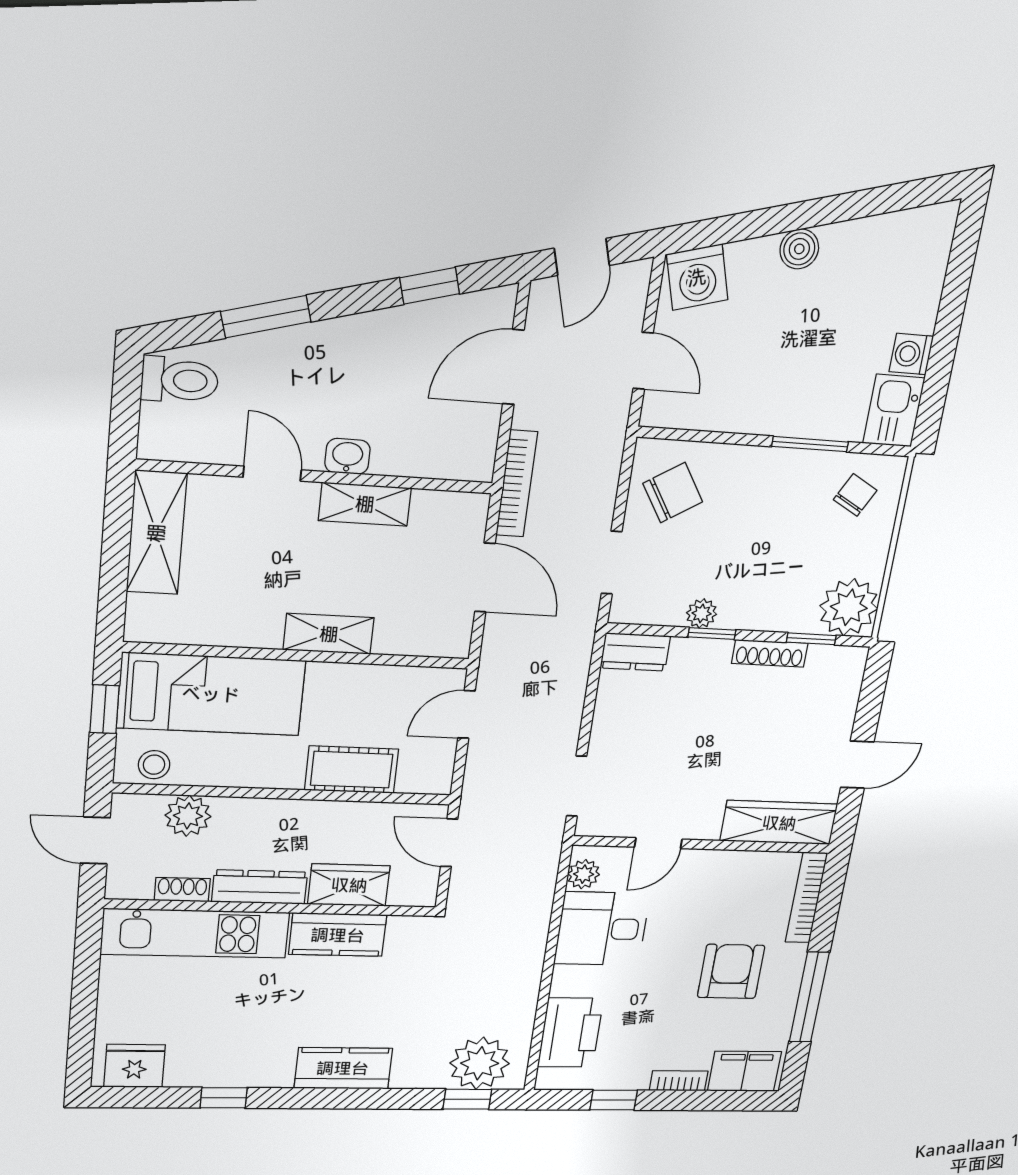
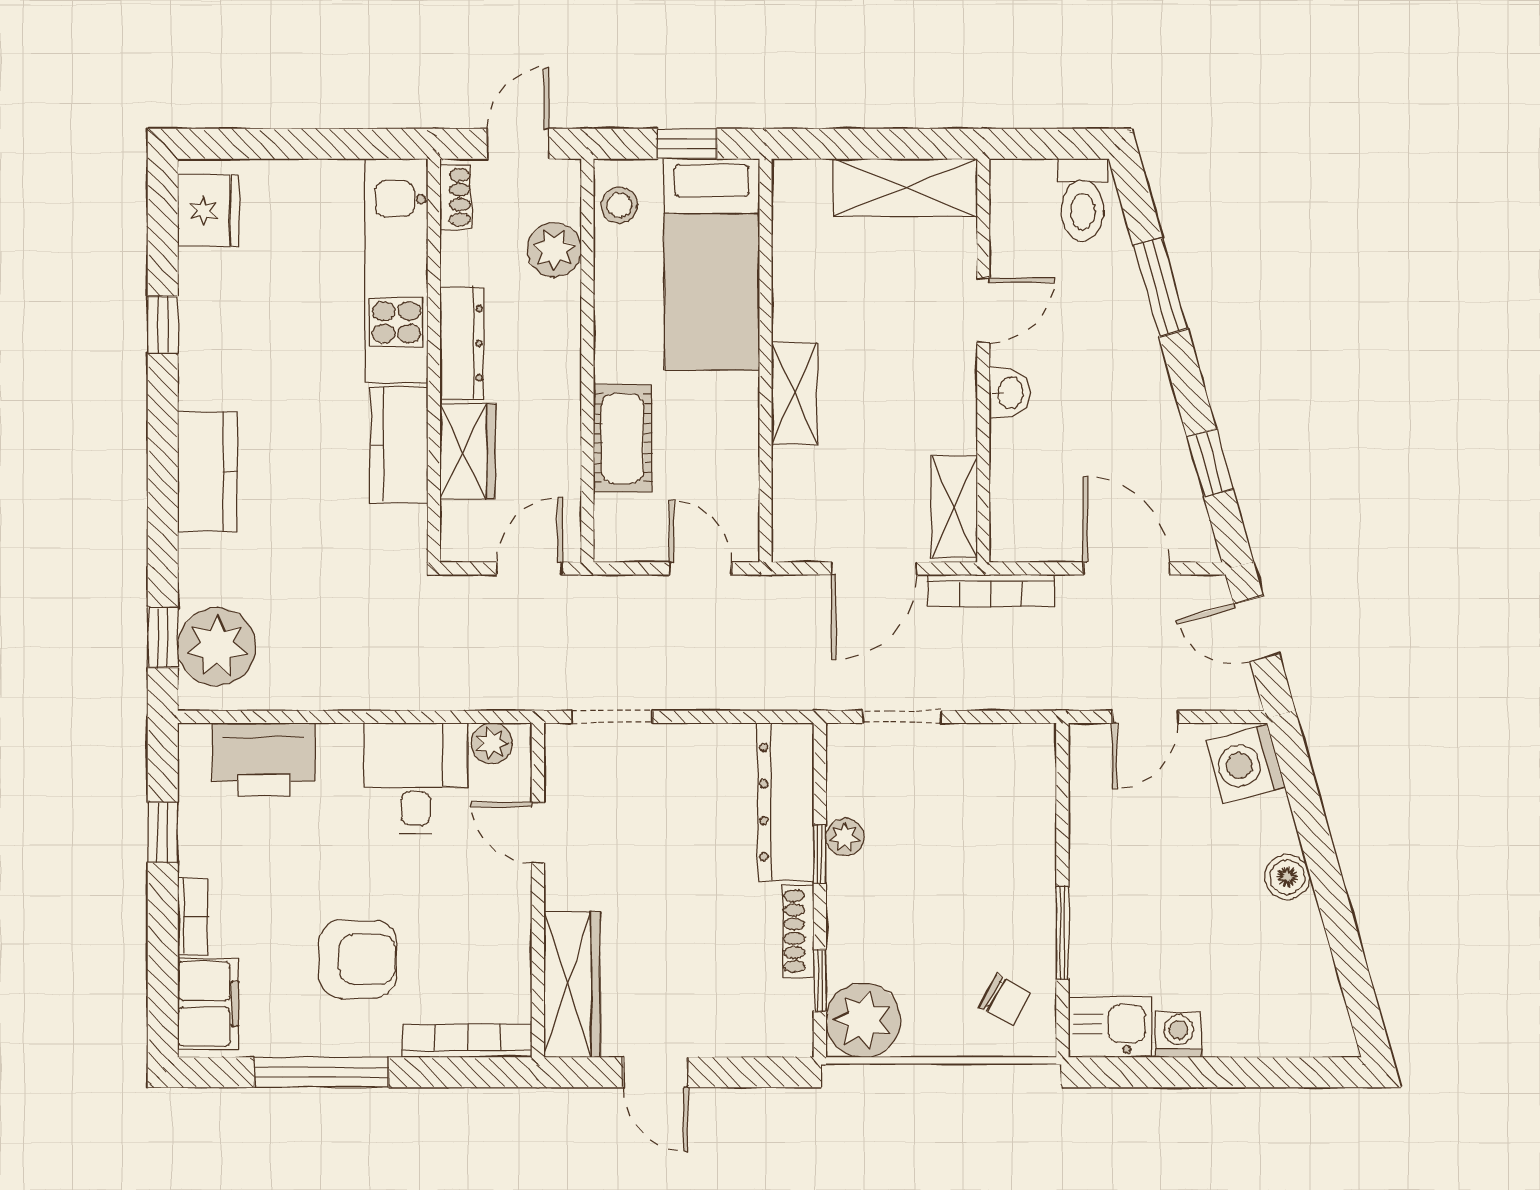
chair: (673, 493) -> (992, 777), removed
shelving: (365, 504) -> (954, 507), moved
dresser: (635, 652) -> (786, 802), width x1.96, depth x1.24
shoe rack: (182, 890) -> (456, 197), moved

